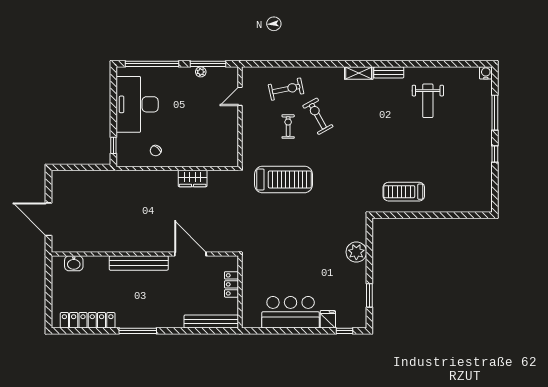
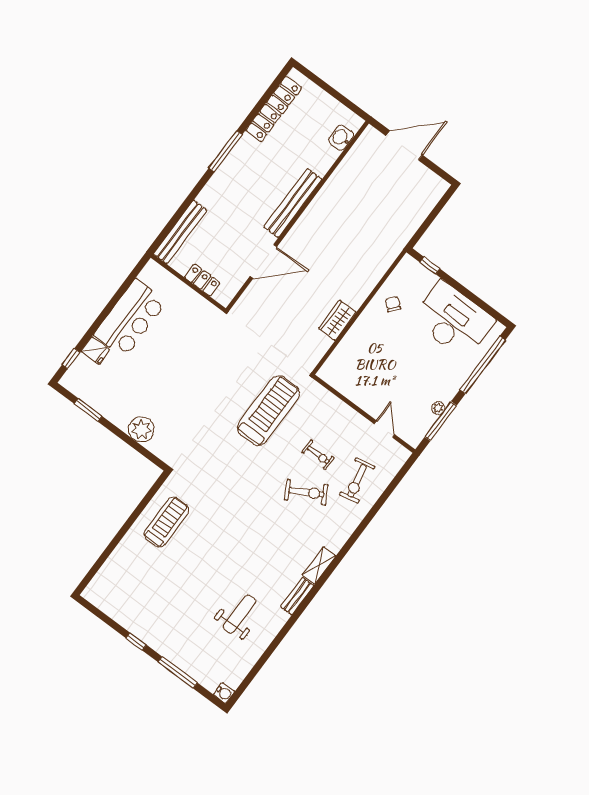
weight bench: (428, 101) -> (239, 614), turned 90
treadmill: (283, 179) -> (268, 411), turned 180

